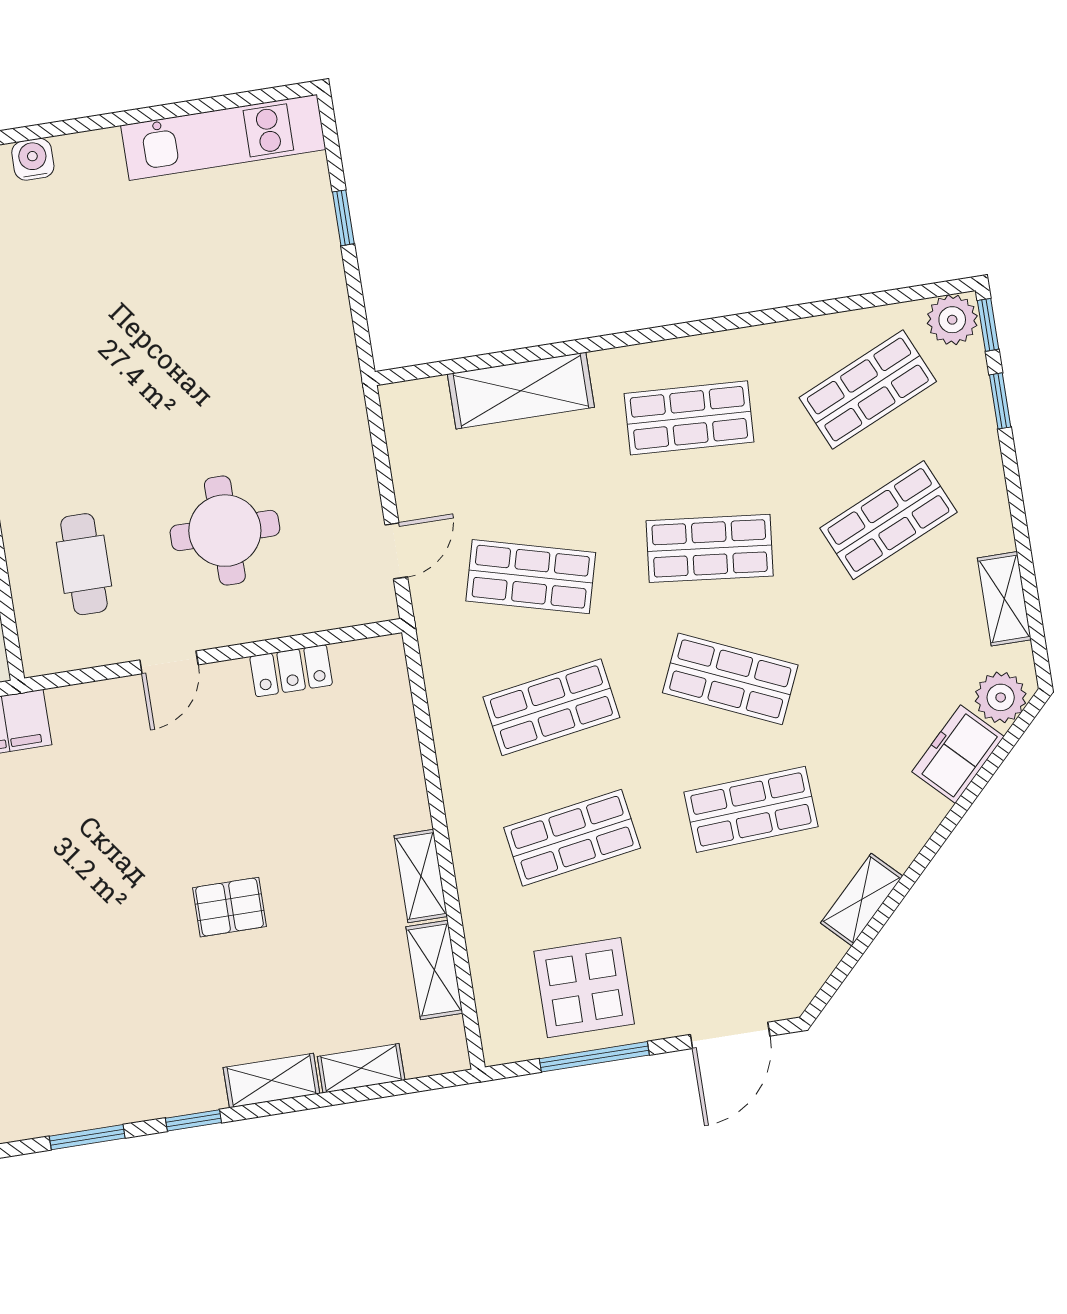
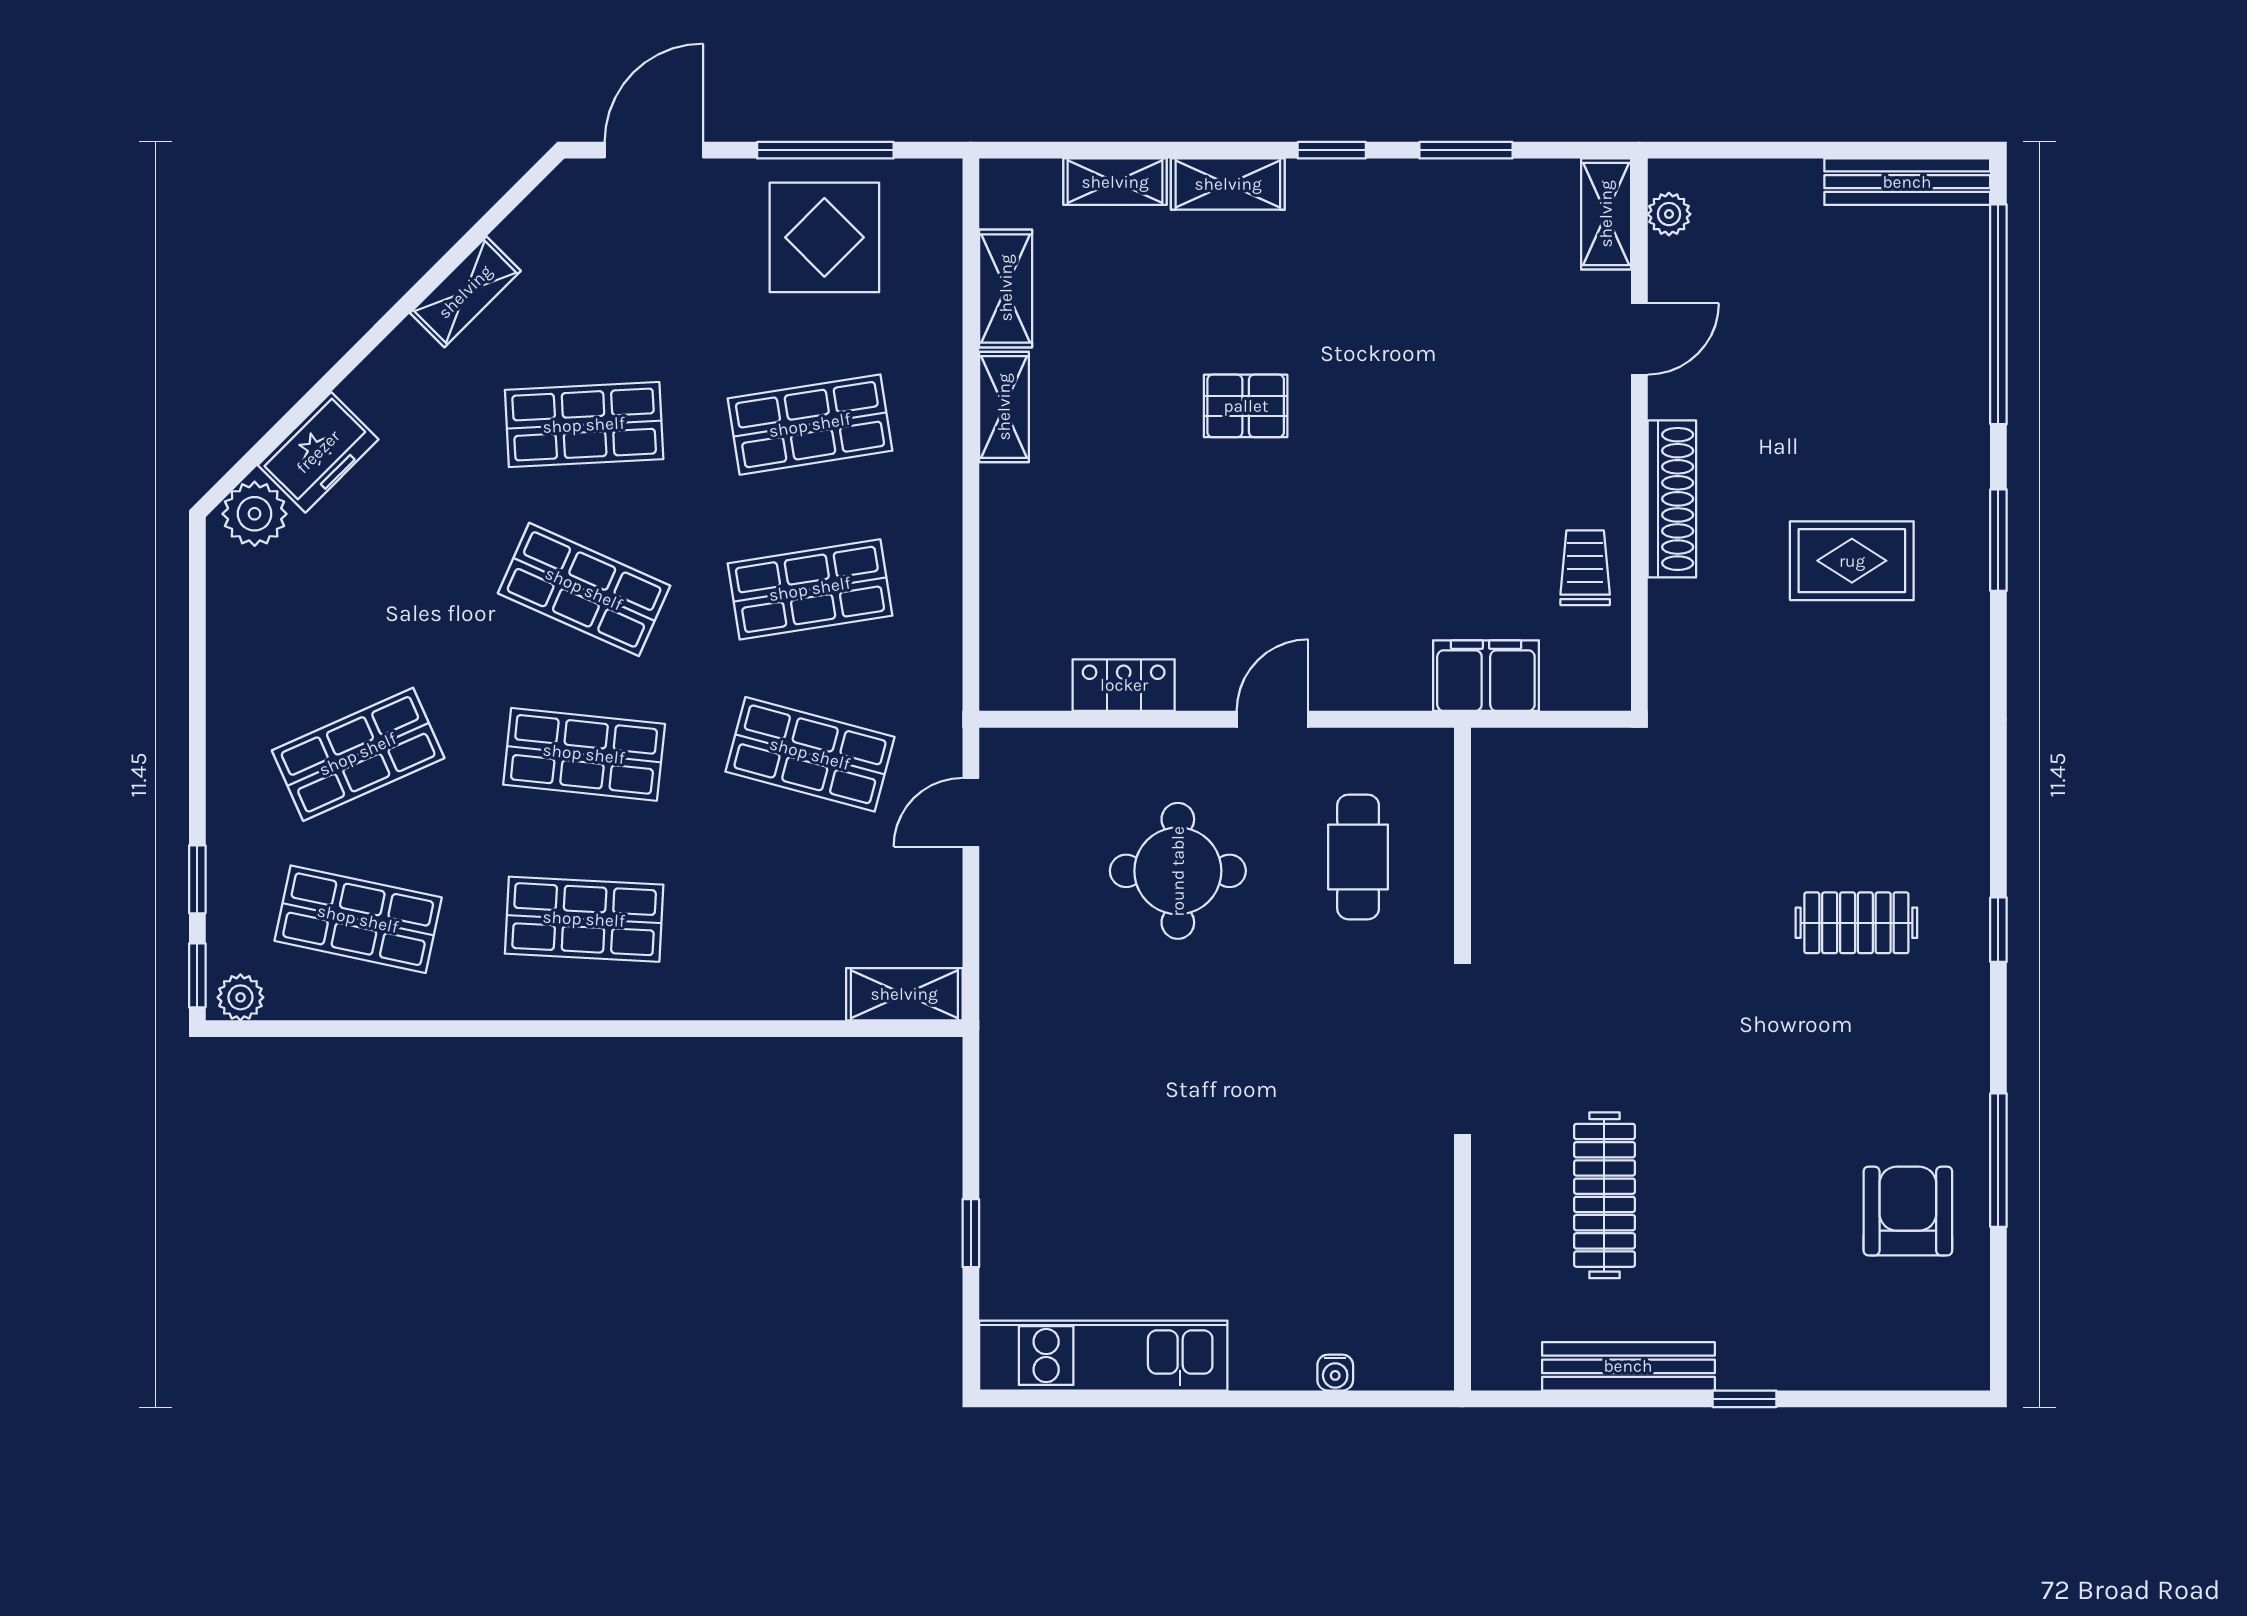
water cooler: (33, 159) -> (1335, 1373), width x0.72, depth x0.72
plant: (952, 320) -> (240, 997), width x0.73, depth x0.73
shop shelf: (868, 390) -> (358, 919), turned 36
shelving: (521, 391) -> (904, 994), moved, width x0.67, depth x0.75
shelving: (1004, 599) -> (231, 635), removed

